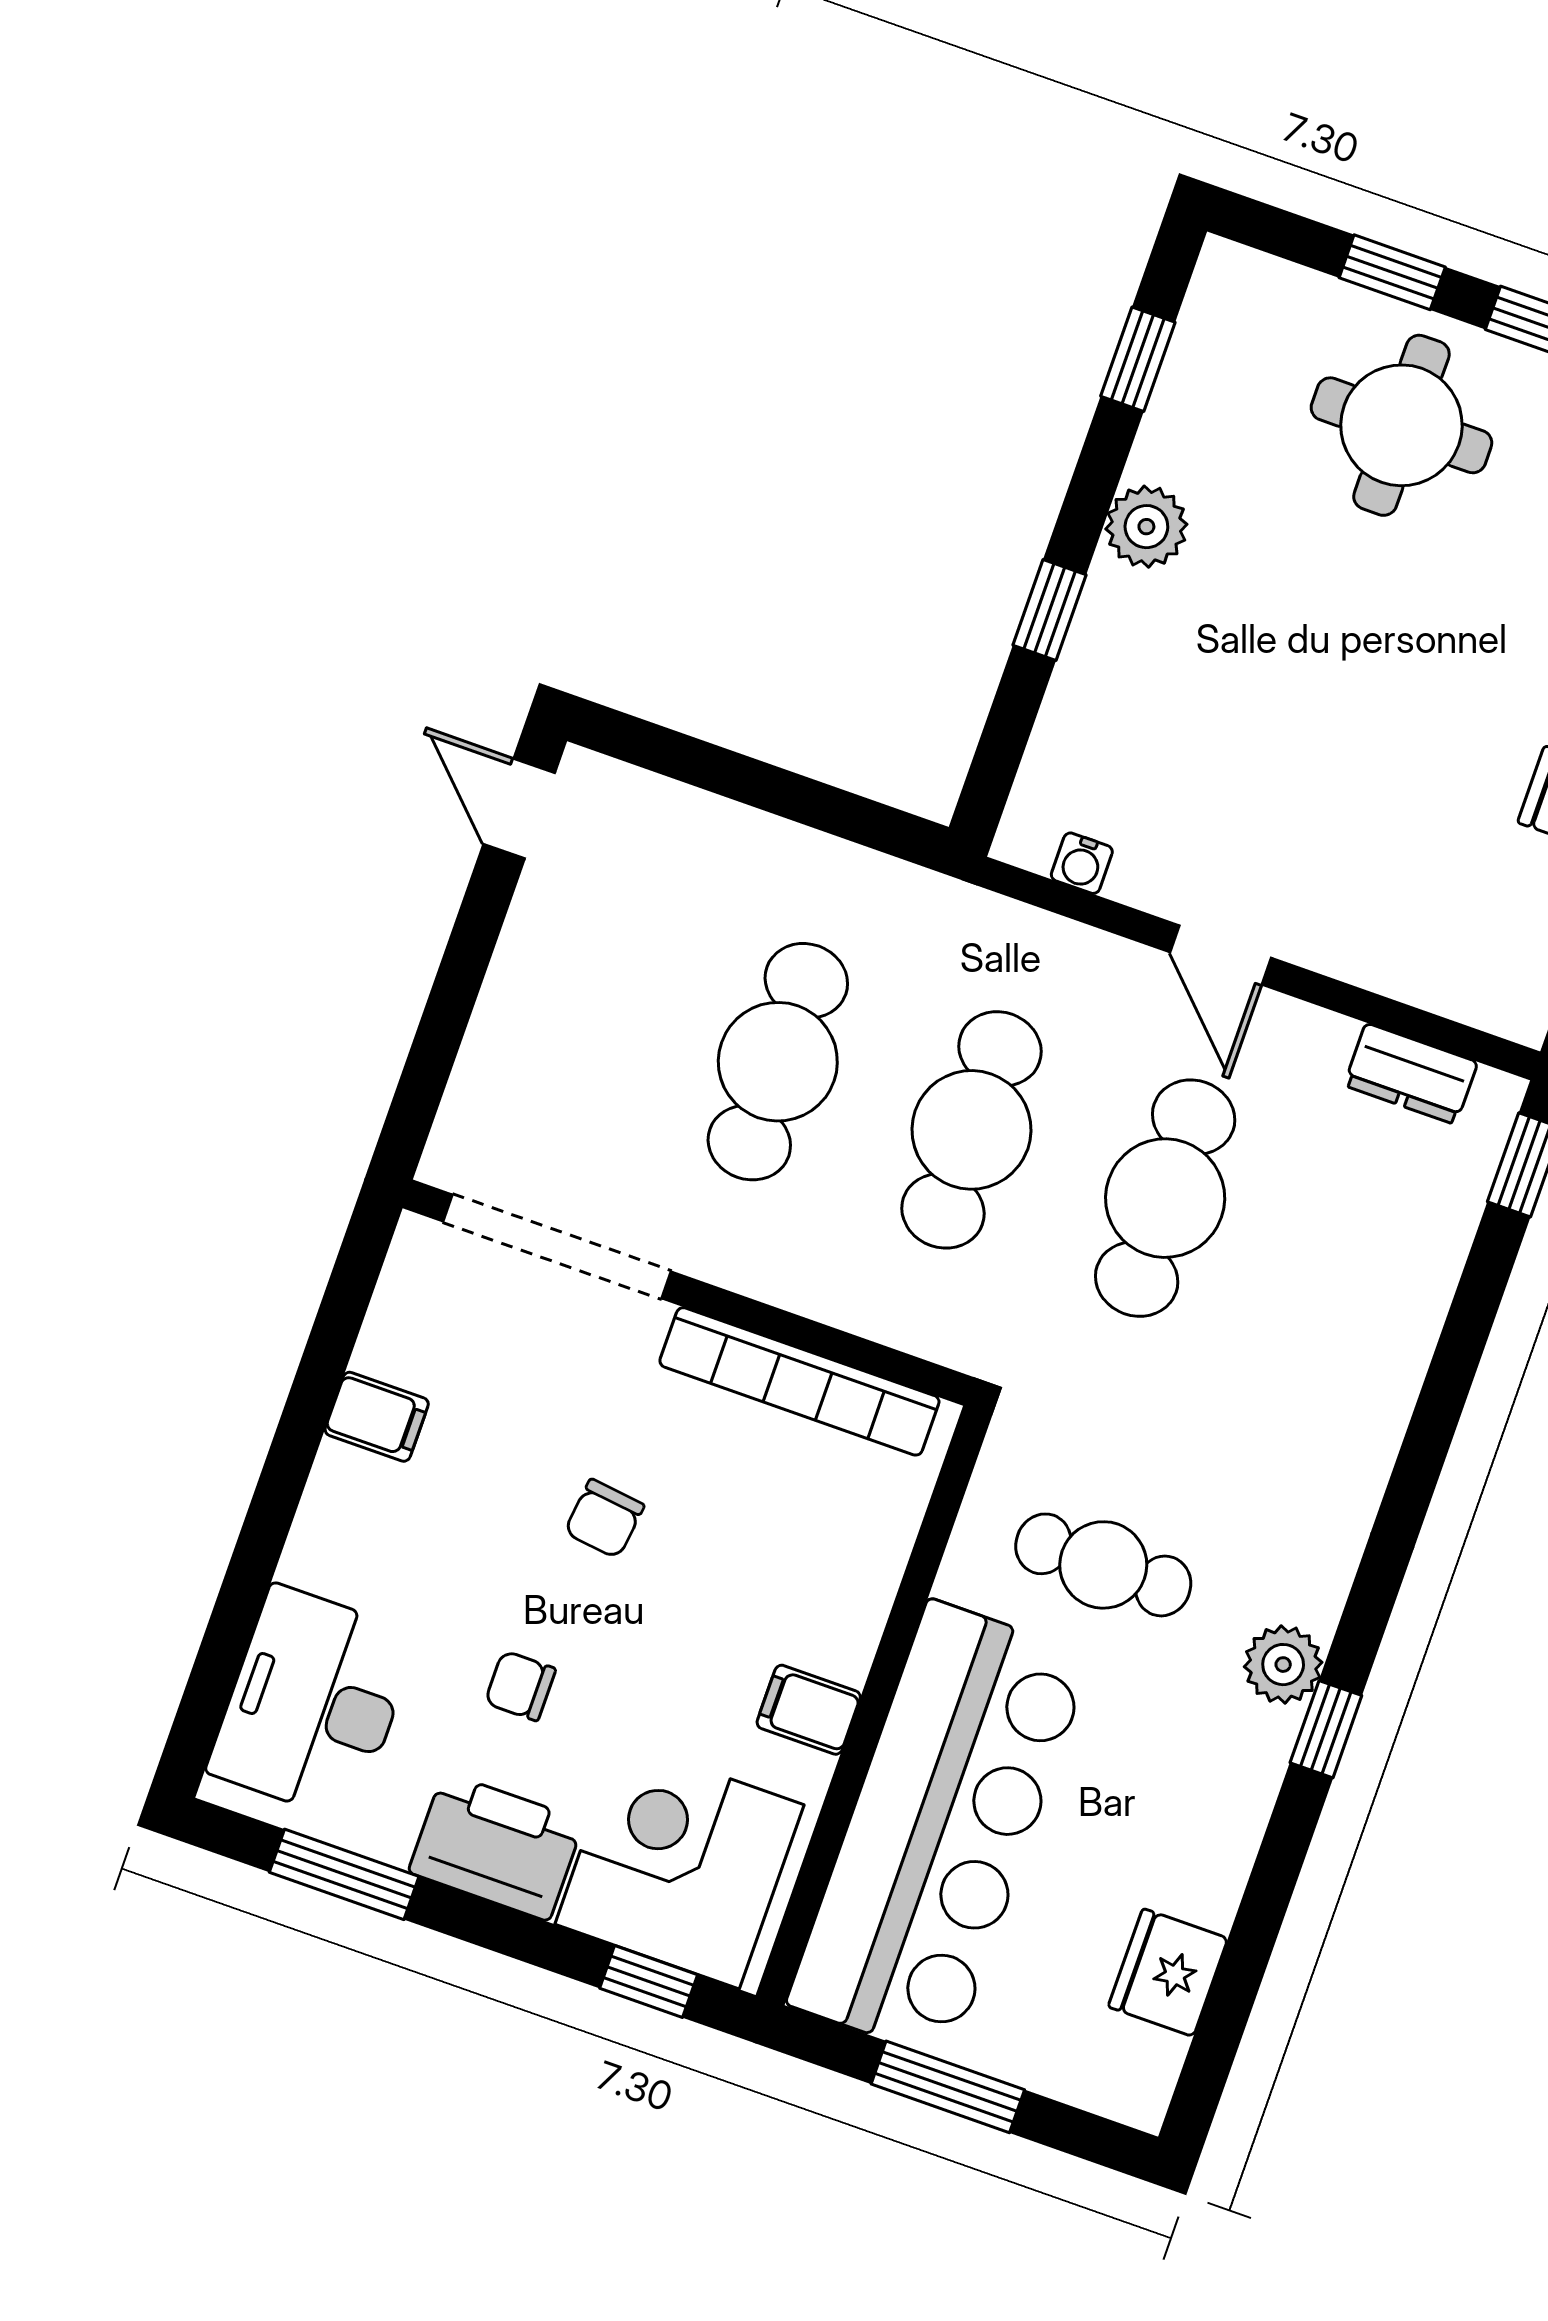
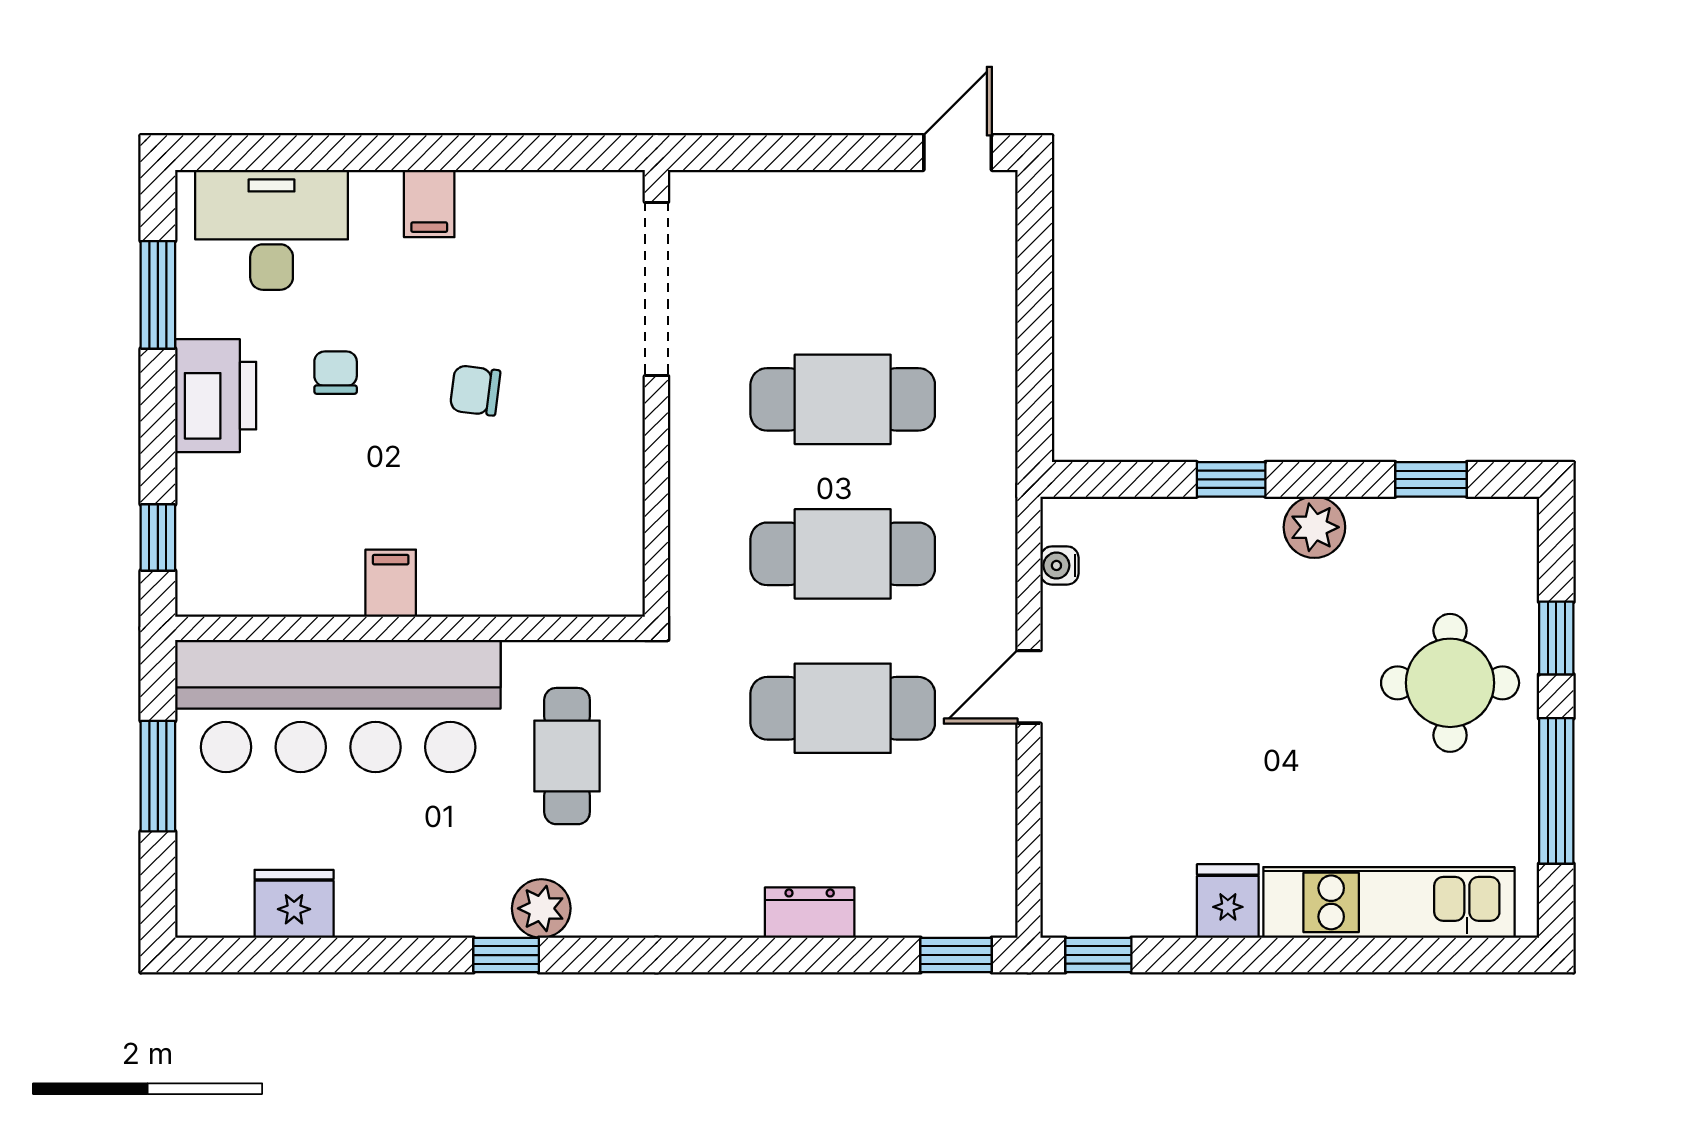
dresser: (1411, 1074) -> (810, 913), moved, turned 90
bookcase: (799, 1381) -> (621, 495), removed
filing cabinet: (377, 1417) -> (429, 204), moved
corner desk: (679, 1864) -> (249, 530), removed

